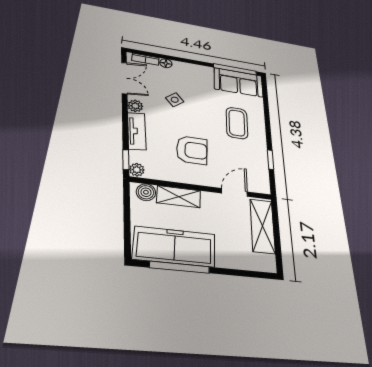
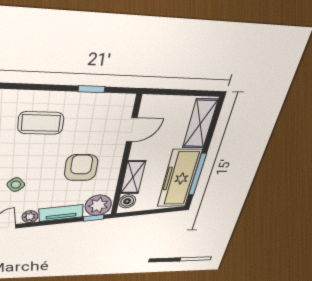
plant: (137, 170) -> (98, 205), width x1.88, depth x1.88
door: (234, 192) -> (132, 130), swing flipped
shelving: (262, 226) -> (200, 124), moved, turned 90

